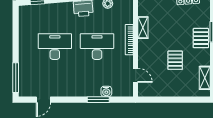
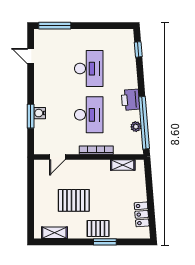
shelving: (143, 28) -> (123, 165), moved
pallet: (175, 60) -> (74, 200), width x1.50, depth x1.42
water cooler: (106, 91) -> (40, 113), moved

